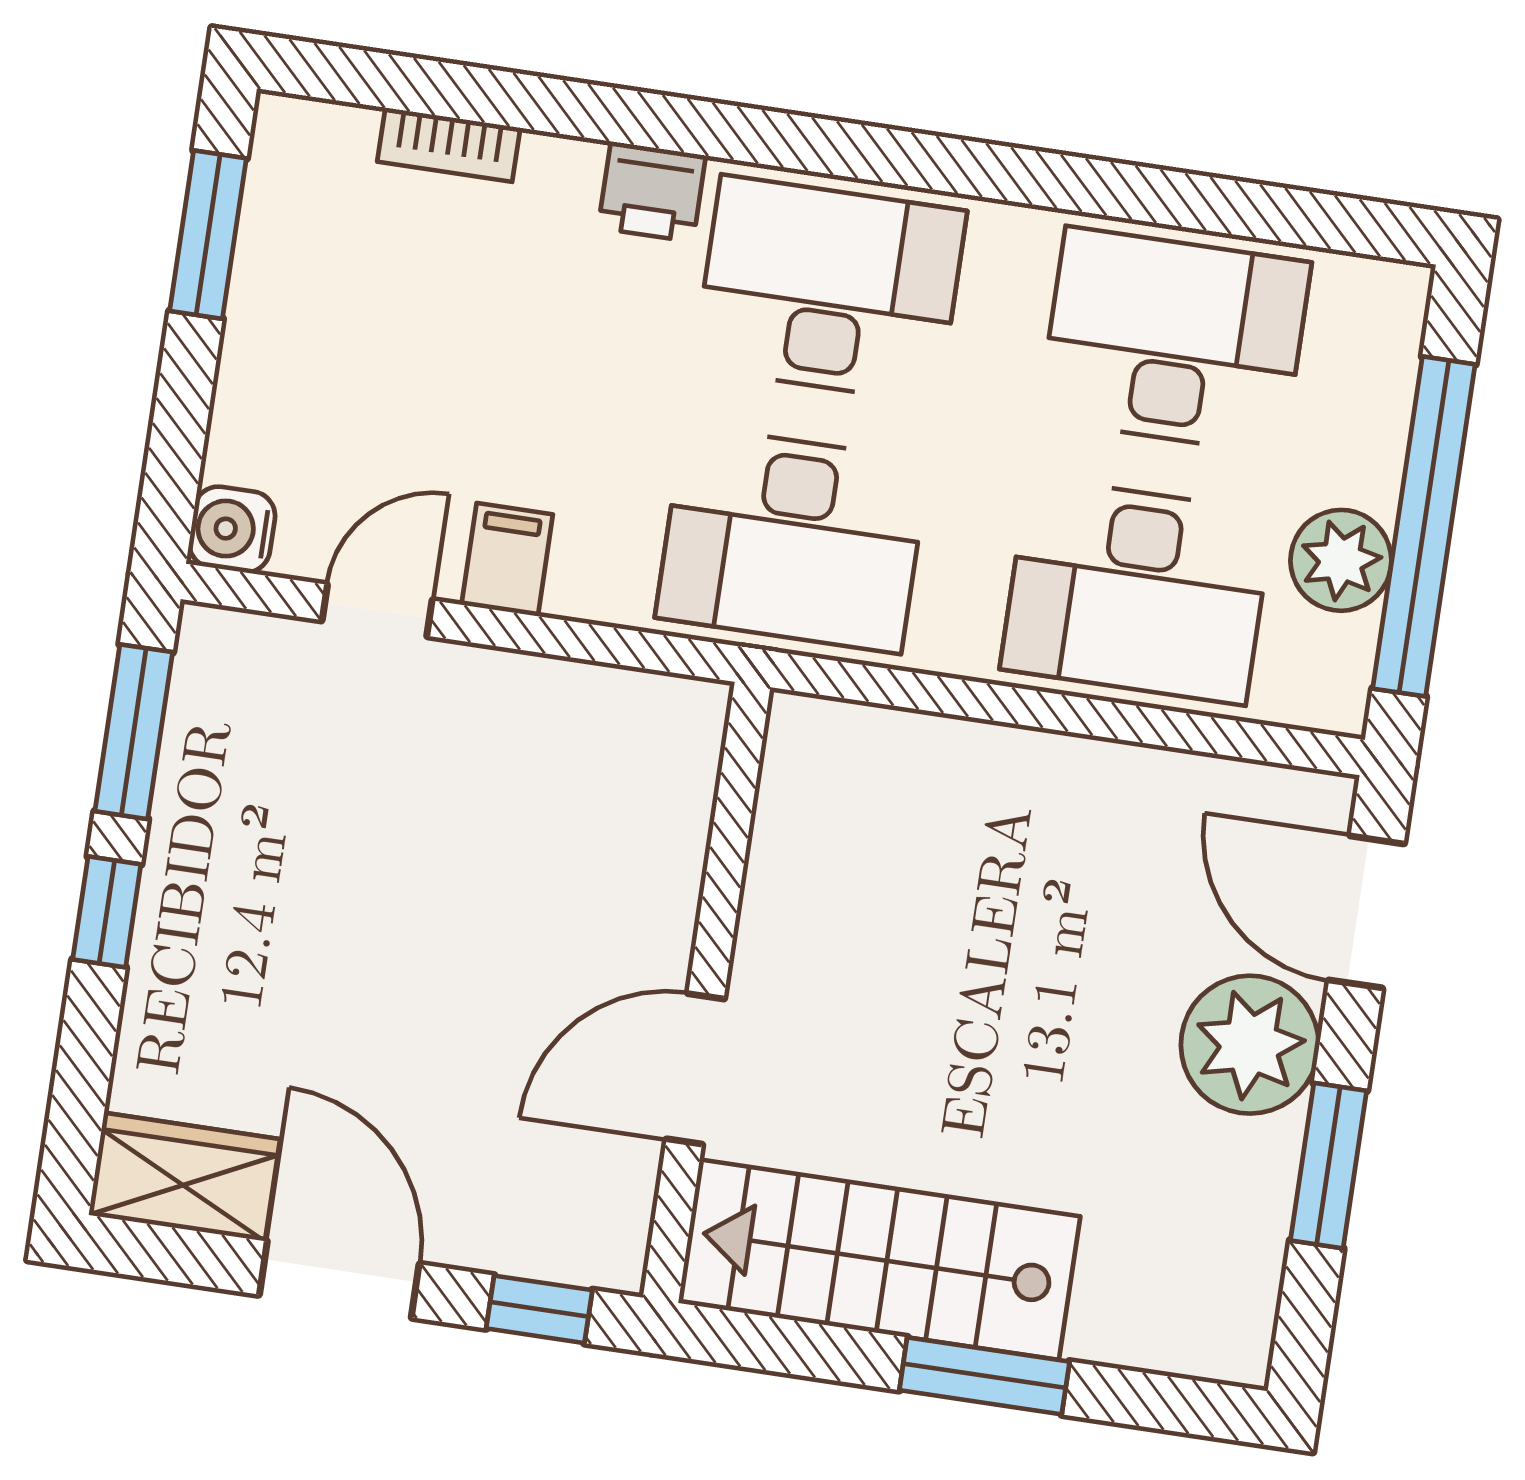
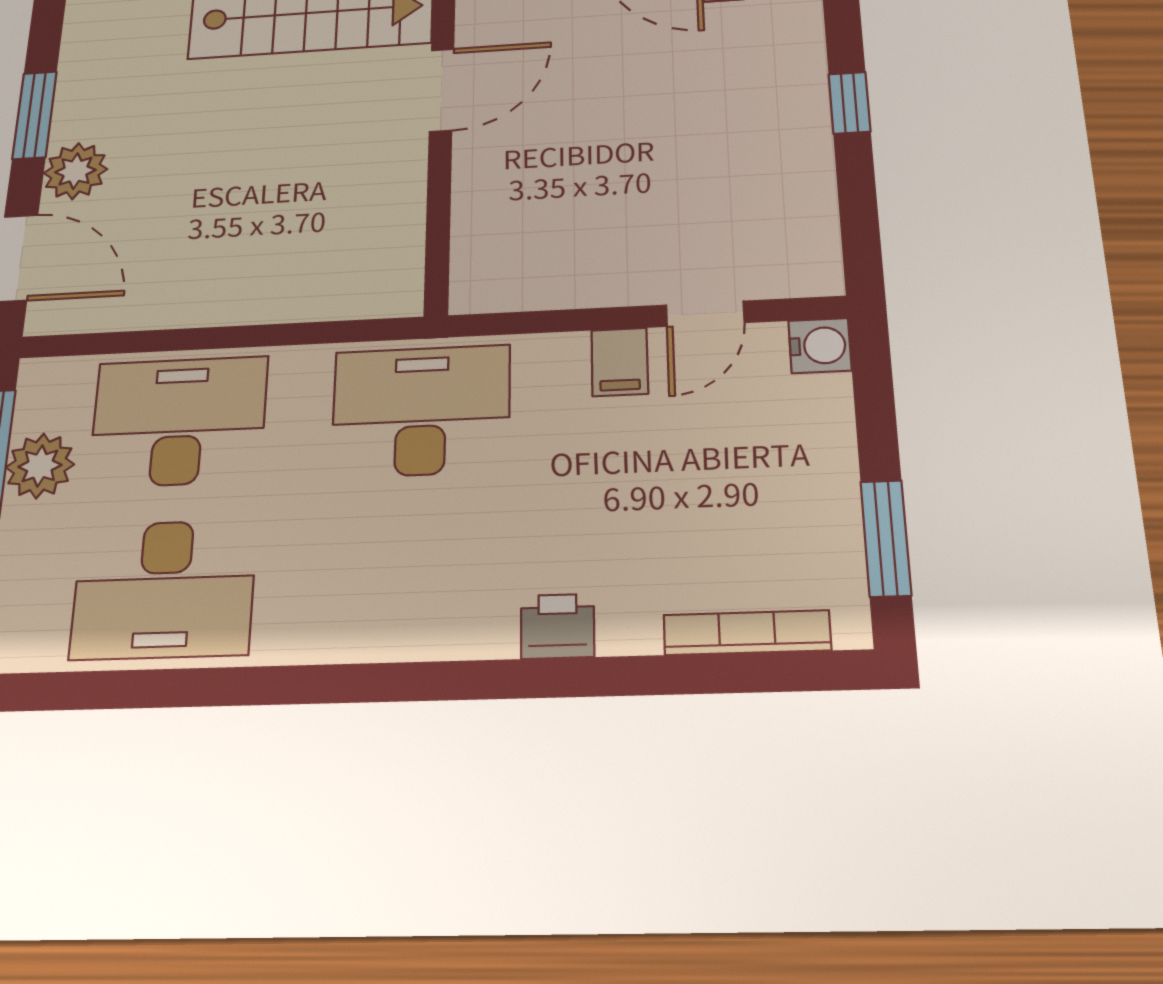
bookcase: (449, 145) -> (747, 633), width x1.56
desk: (830, 289) -> (416, 581), removed
window: (134, 732) -> (858, 210), removed
plant: (1250, 1045) -> (75, 171), width x0.73, depth x0.73

